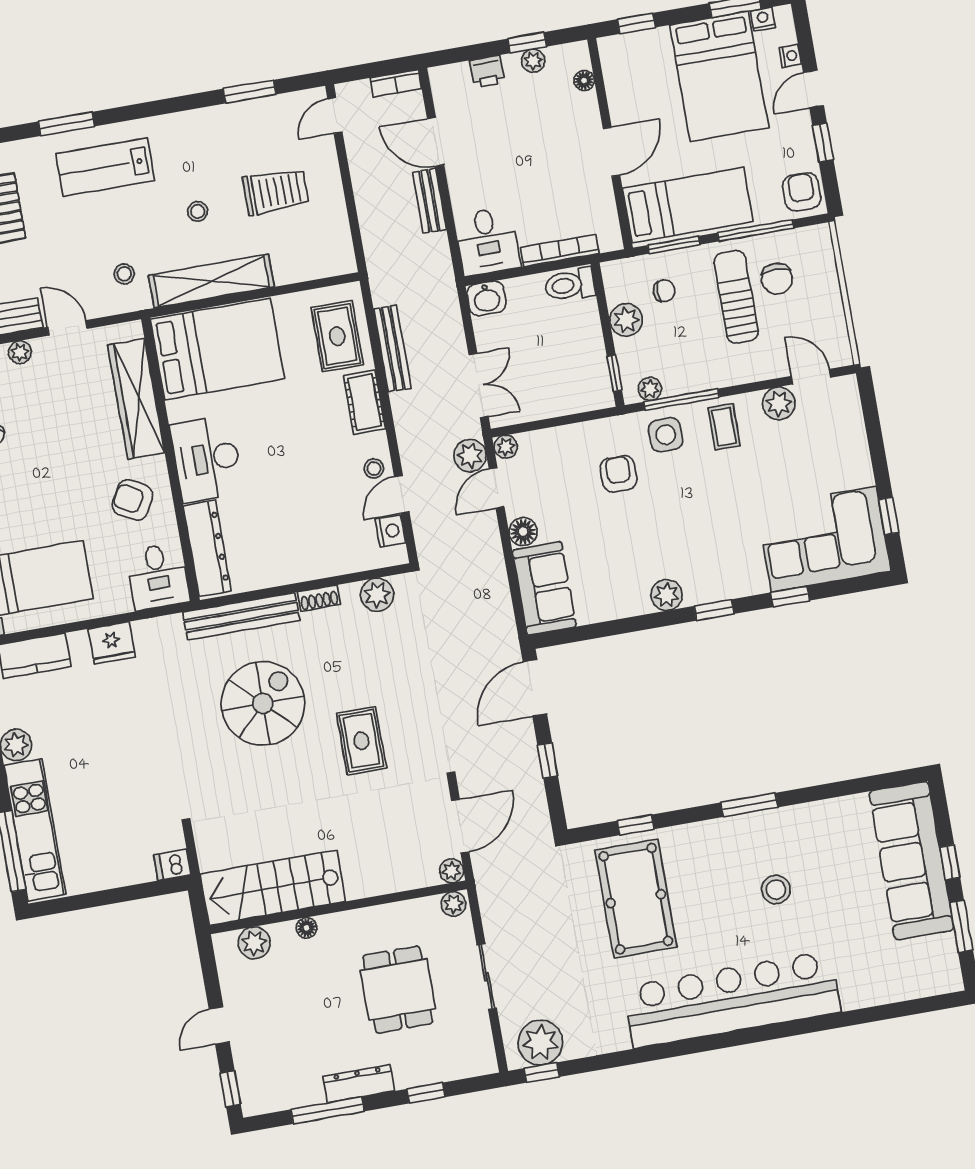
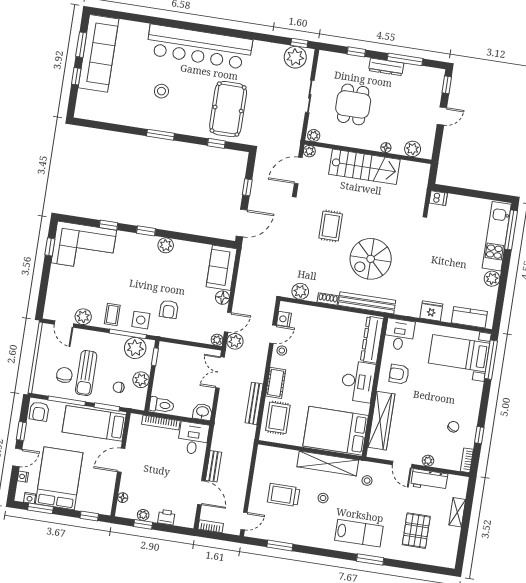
plant: (650, 389) -> (135, 348), width x1.88, depth x1.88
armchair: (132, 500) -> (399, 374), turned 151
sofa: (911, 861) -> (98, 53), moved
stairs: (273, 888) -> (364, 167), moved

